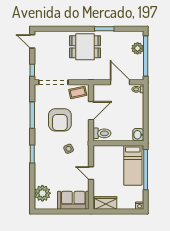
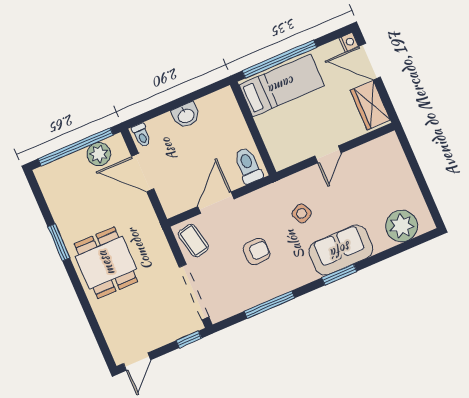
plant: (138, 48) -> (99, 154), moved
door: (120, 82) -> (143, 173), hinge flipped
door: (91, 111) -> (216, 203), hinge flipped
armchair: (60, 120) -> (256, 251), width x0.53, depth x0.53
washbasin: (138, 135) -> (186, 115), moved
sofa: (73, 200) -> (341, 250), moved, turned 90
door: (126, 211) -> (370, 62), added

